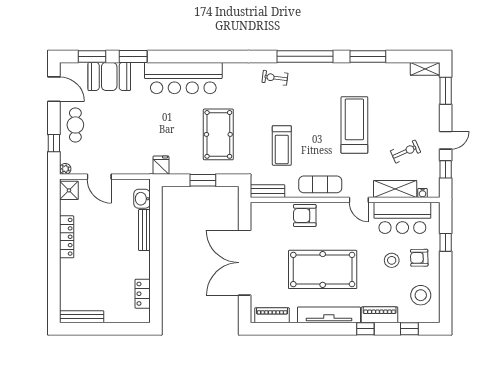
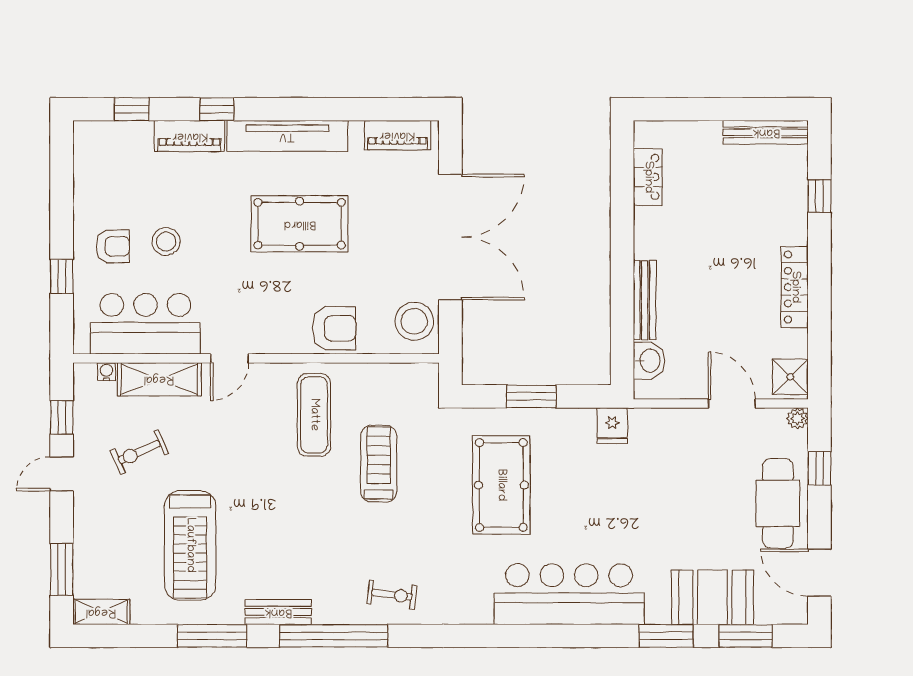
cafe table: (75, 125) -> (778, 503), width x1.37, depth x1.35
treadmill: (354, 125) -> (190, 545), moved
exercise mat: (320, 184) -> (314, 415), moved, turned 90
bench: (268, 191) -> (278, 612), moved
door: (359, 200) -> (230, 358), swing flipped
pool table: (323, 269) -> (300, 224), width x0.73, depth x0.76
window: (54, 284) -> (819, 196), added
stool: (421, 295) -> (414, 321), moved

